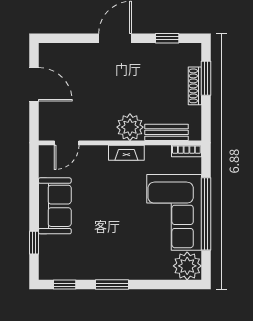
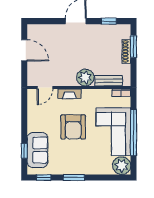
fireplace: (126, 153) -> (69, 94), moved
armchair: (111, 205) -> (73, 127), added
sofa: (55, 206) -> (37, 150), moved

